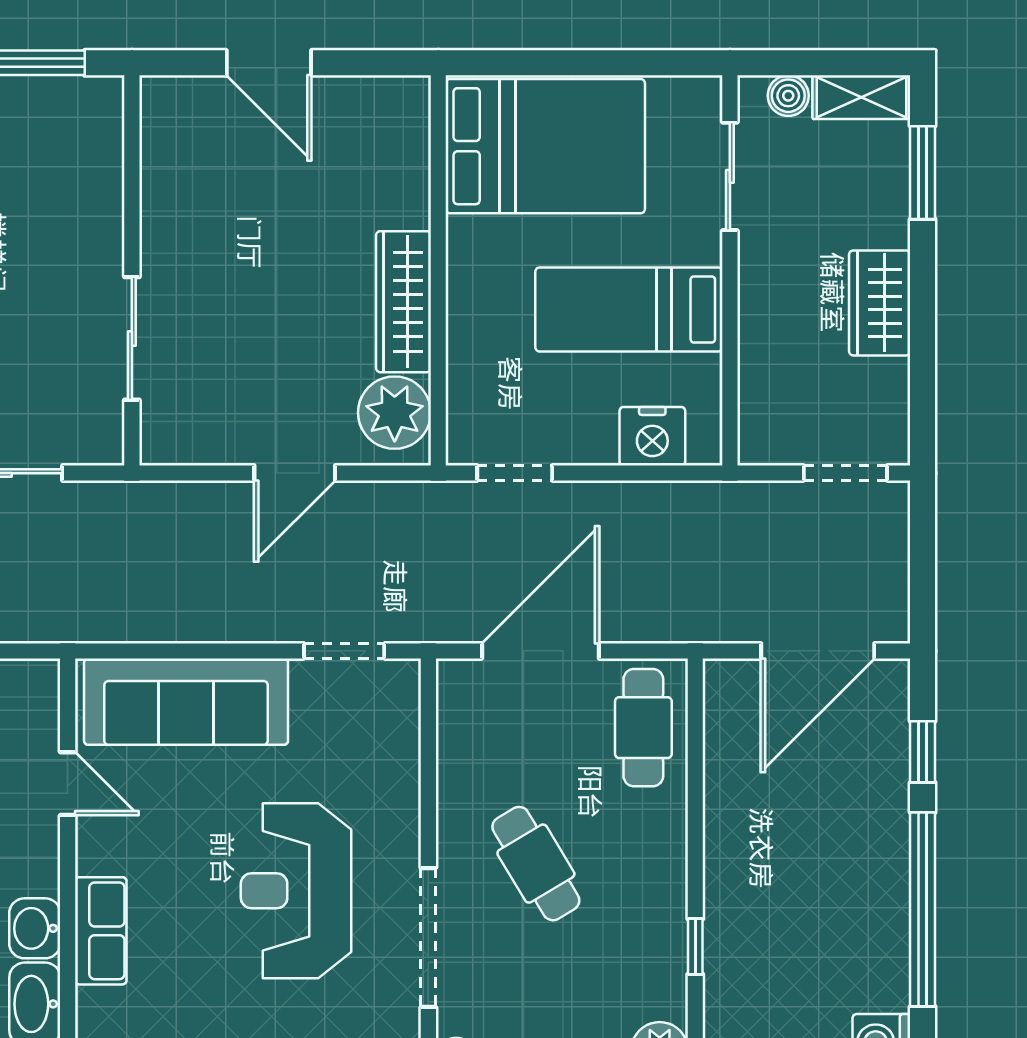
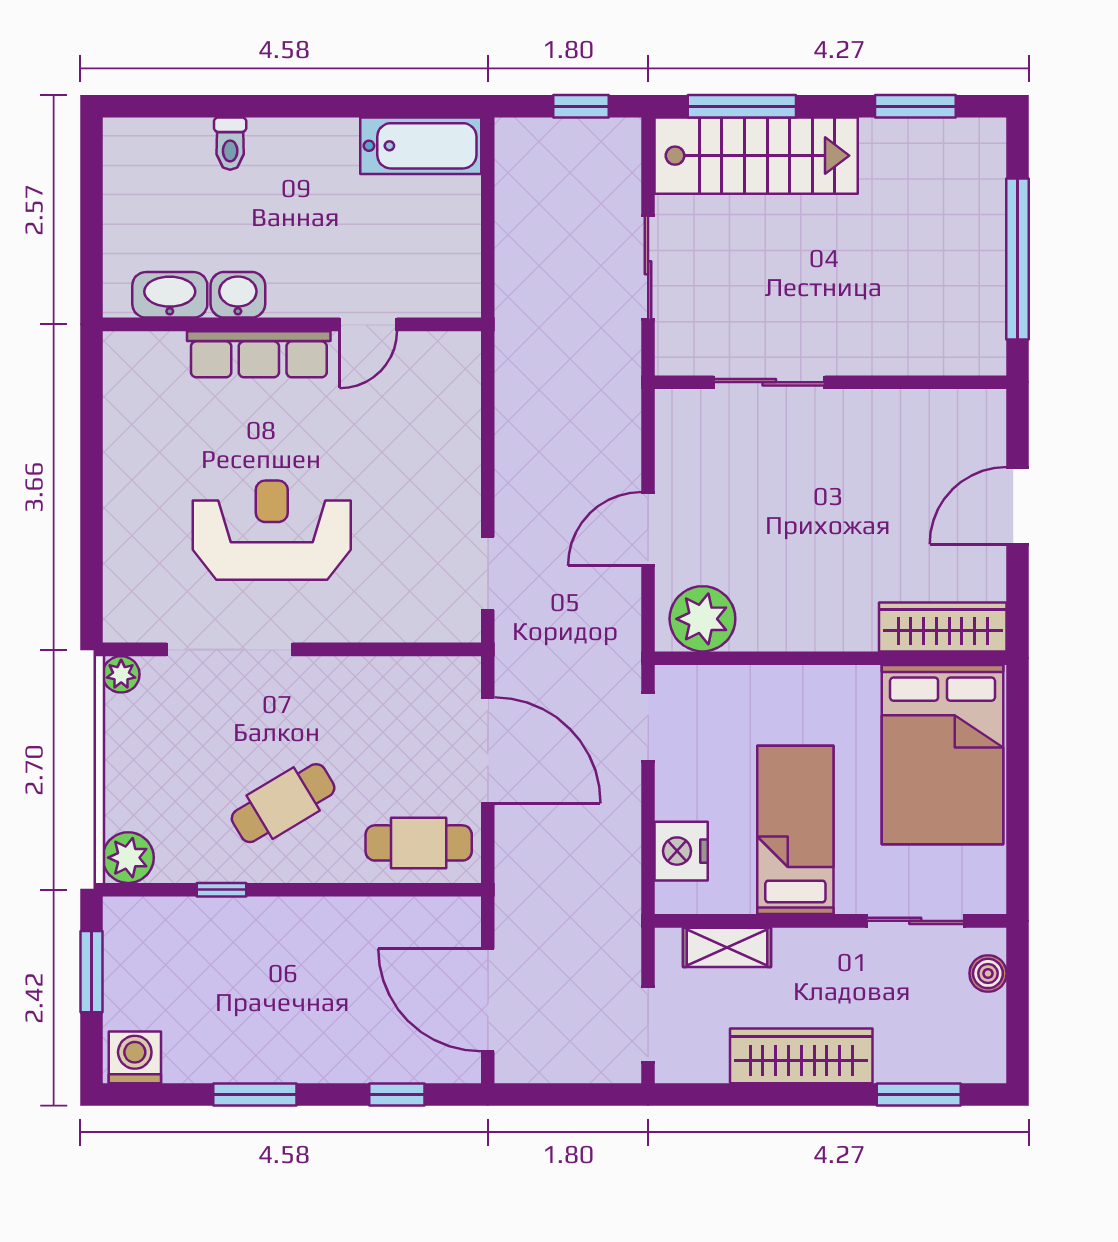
shelving: (861, 97) -> (727, 947), moved, turned 90
wardrobe: (404, 302) -> (943, 627), moved
wardrobe: (880, 303) -> (801, 1056), width x1.50
door: (295, 473) -> (648, 529), hinge flipped
sofa: (186, 702) -> (442, 431), removed
cafe table: (536, 864) -> (283, 803), moved
window: (923, 909) -> (255, 1095), width x0.47
row of seats: (101, 931) -> (259, 354), width x1.48

